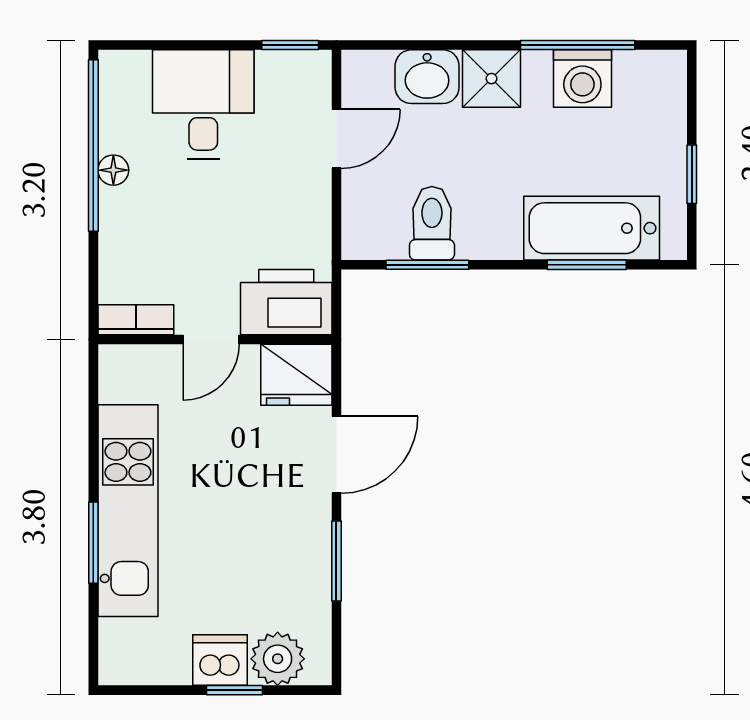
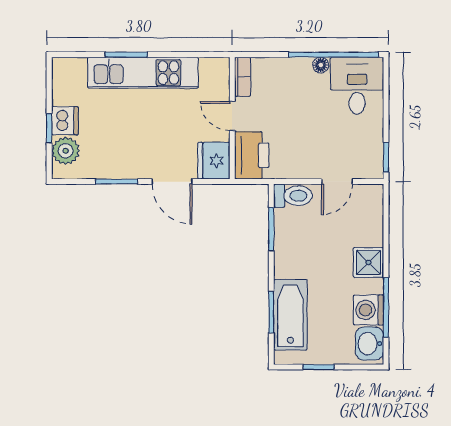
washbasin: (427, 77) -> (369, 344), moved
desk: (203, 104) -> (357, 86), moved, turned -90
door: (336, 139) -> (337, 182), hinge flipped
toilet: (432, 223) -> (293, 196), moved

